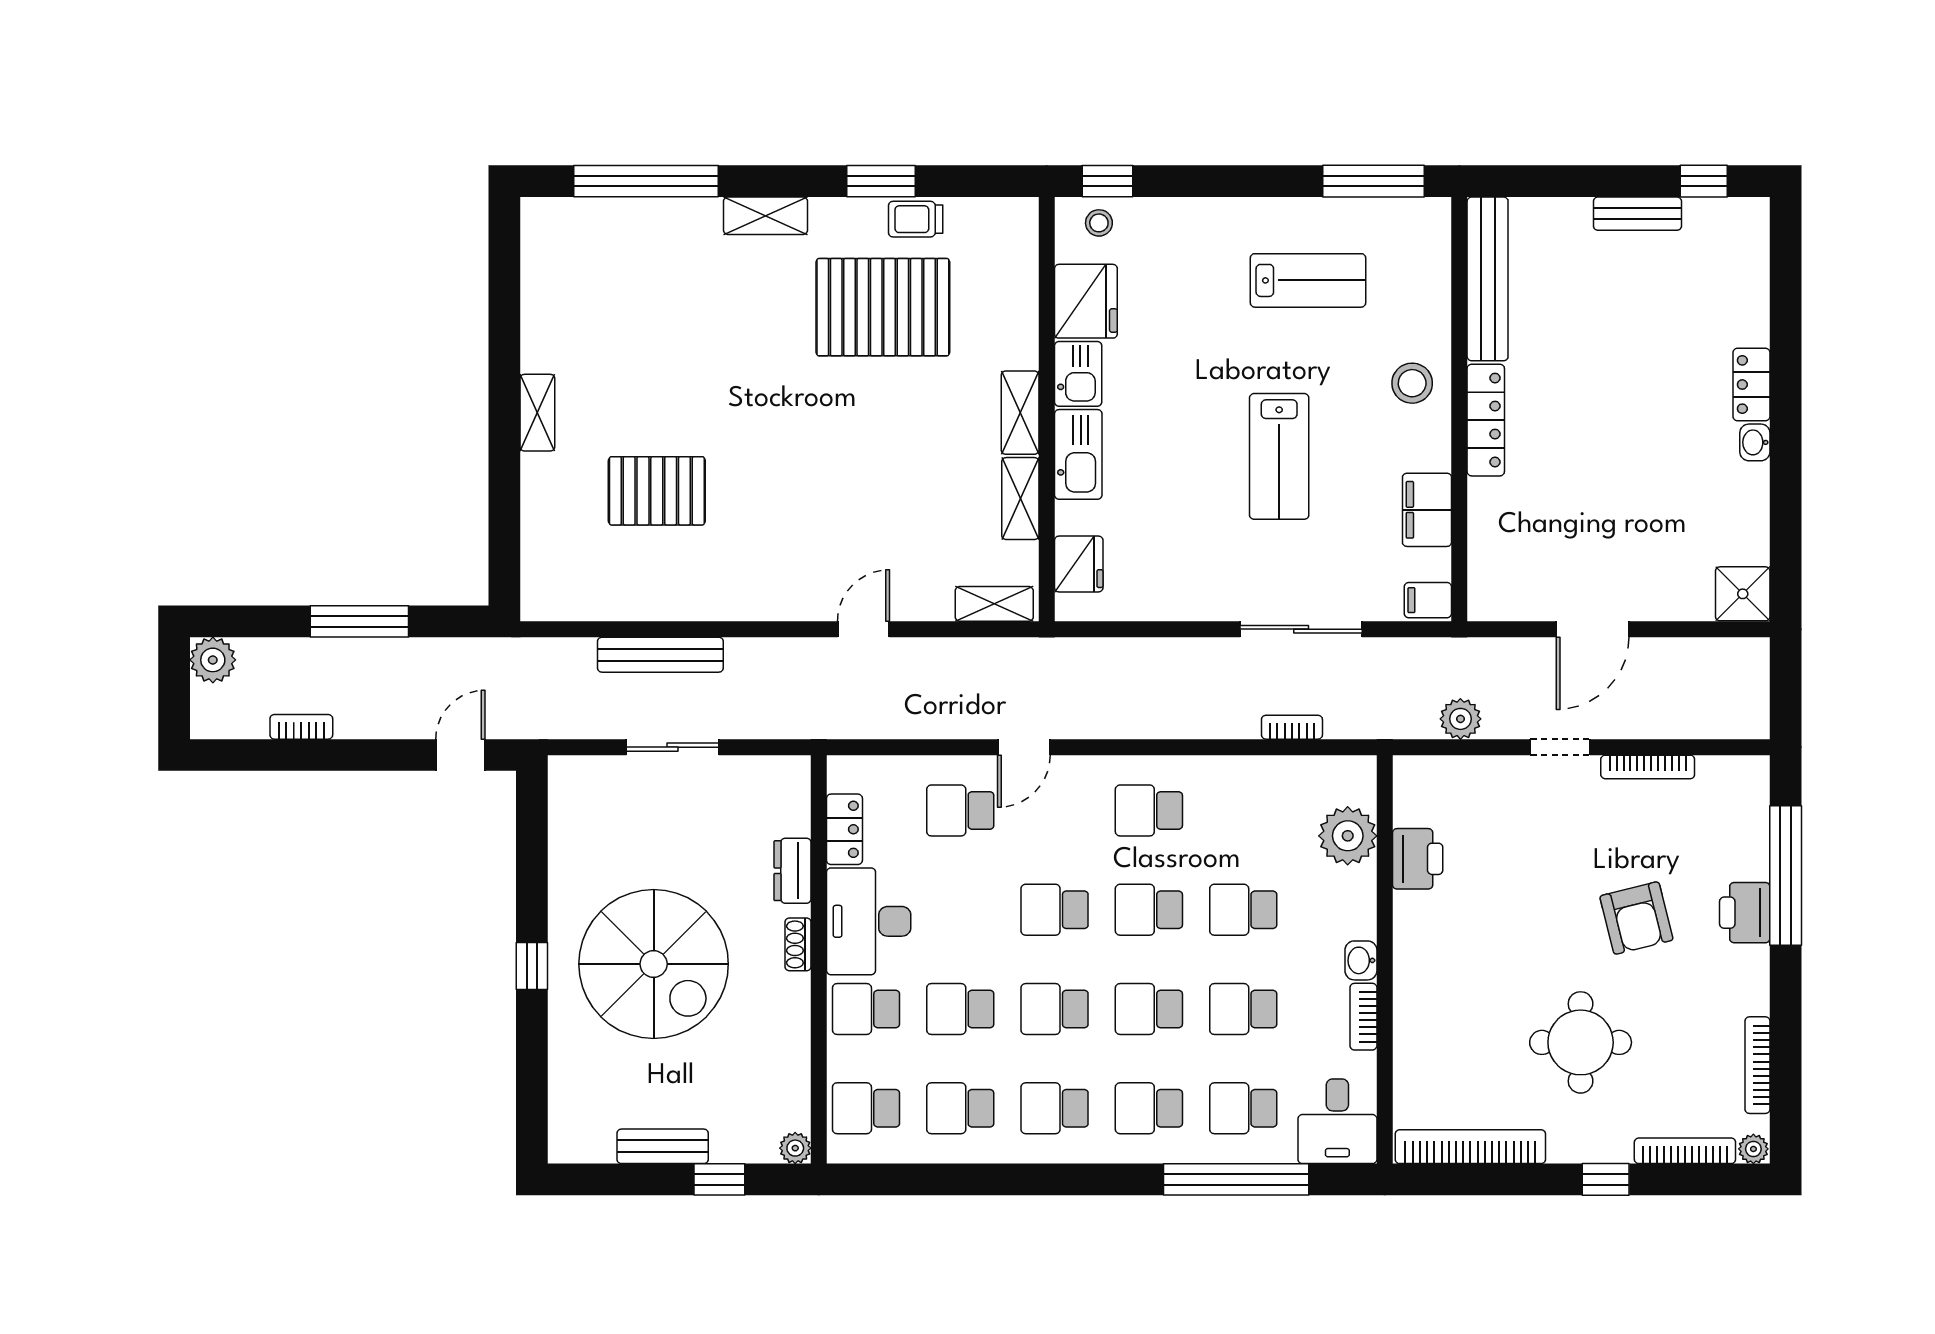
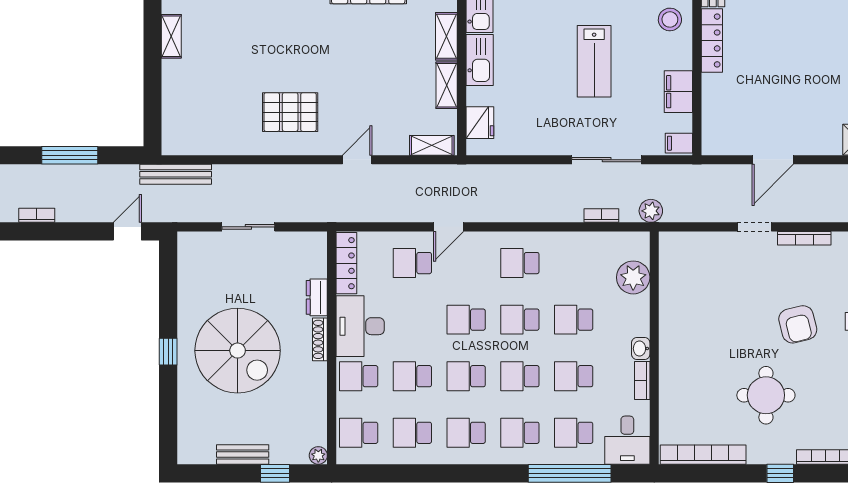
pallet: (657, 491) -> (290, 112), moved
bench: (660, 655) -> (176, 174), moved
plant: (1460, 719) -> (651, 211), moved
locker: (844, 829) -> (346, 263), width x1.53
printer: (1418, 859) -> (673, 291), removed
shoe rack: (798, 944) -> (320, 339), width x1.43

